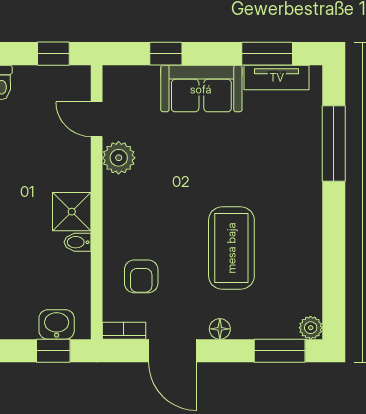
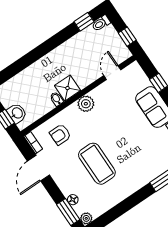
plant: (119, 158) -> (86, 104), moved
coffee table: (231, 248) -> (97, 164), turned 90
floor lamp: (220, 329) -> (73, 200), moved

